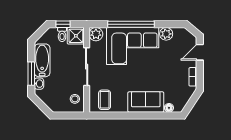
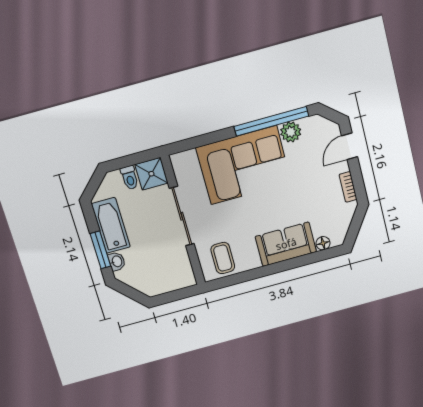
window: (63, 24) -> (126, 161), removed
window: (131, 24) -> (271, 121), moved
plant: (96, 34) -> (182, 163), removed
stool: (75, 99) -> (178, 269), removed

